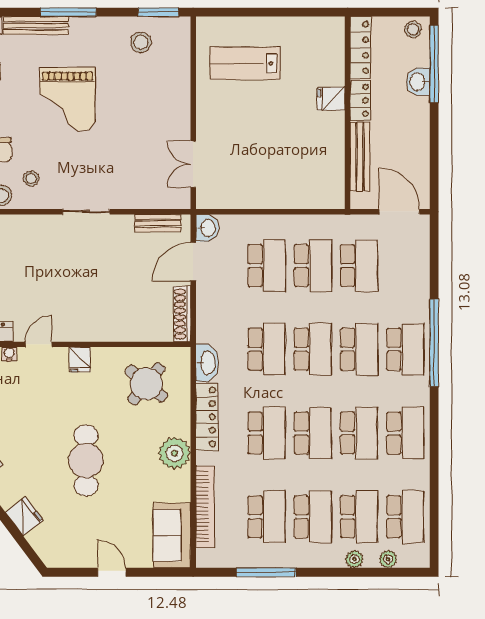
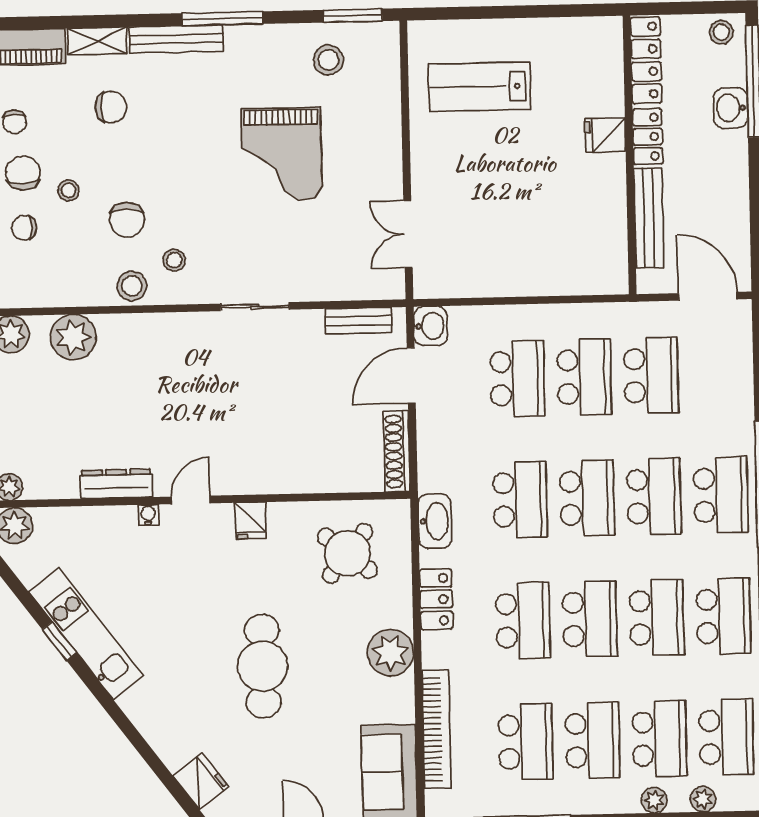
grand piano: (67, 99) -> (282, 154), moved
locker: (207, 417) -> (436, 599), width x0.66
fridge: (24, 516) -> (201, 781), moved

